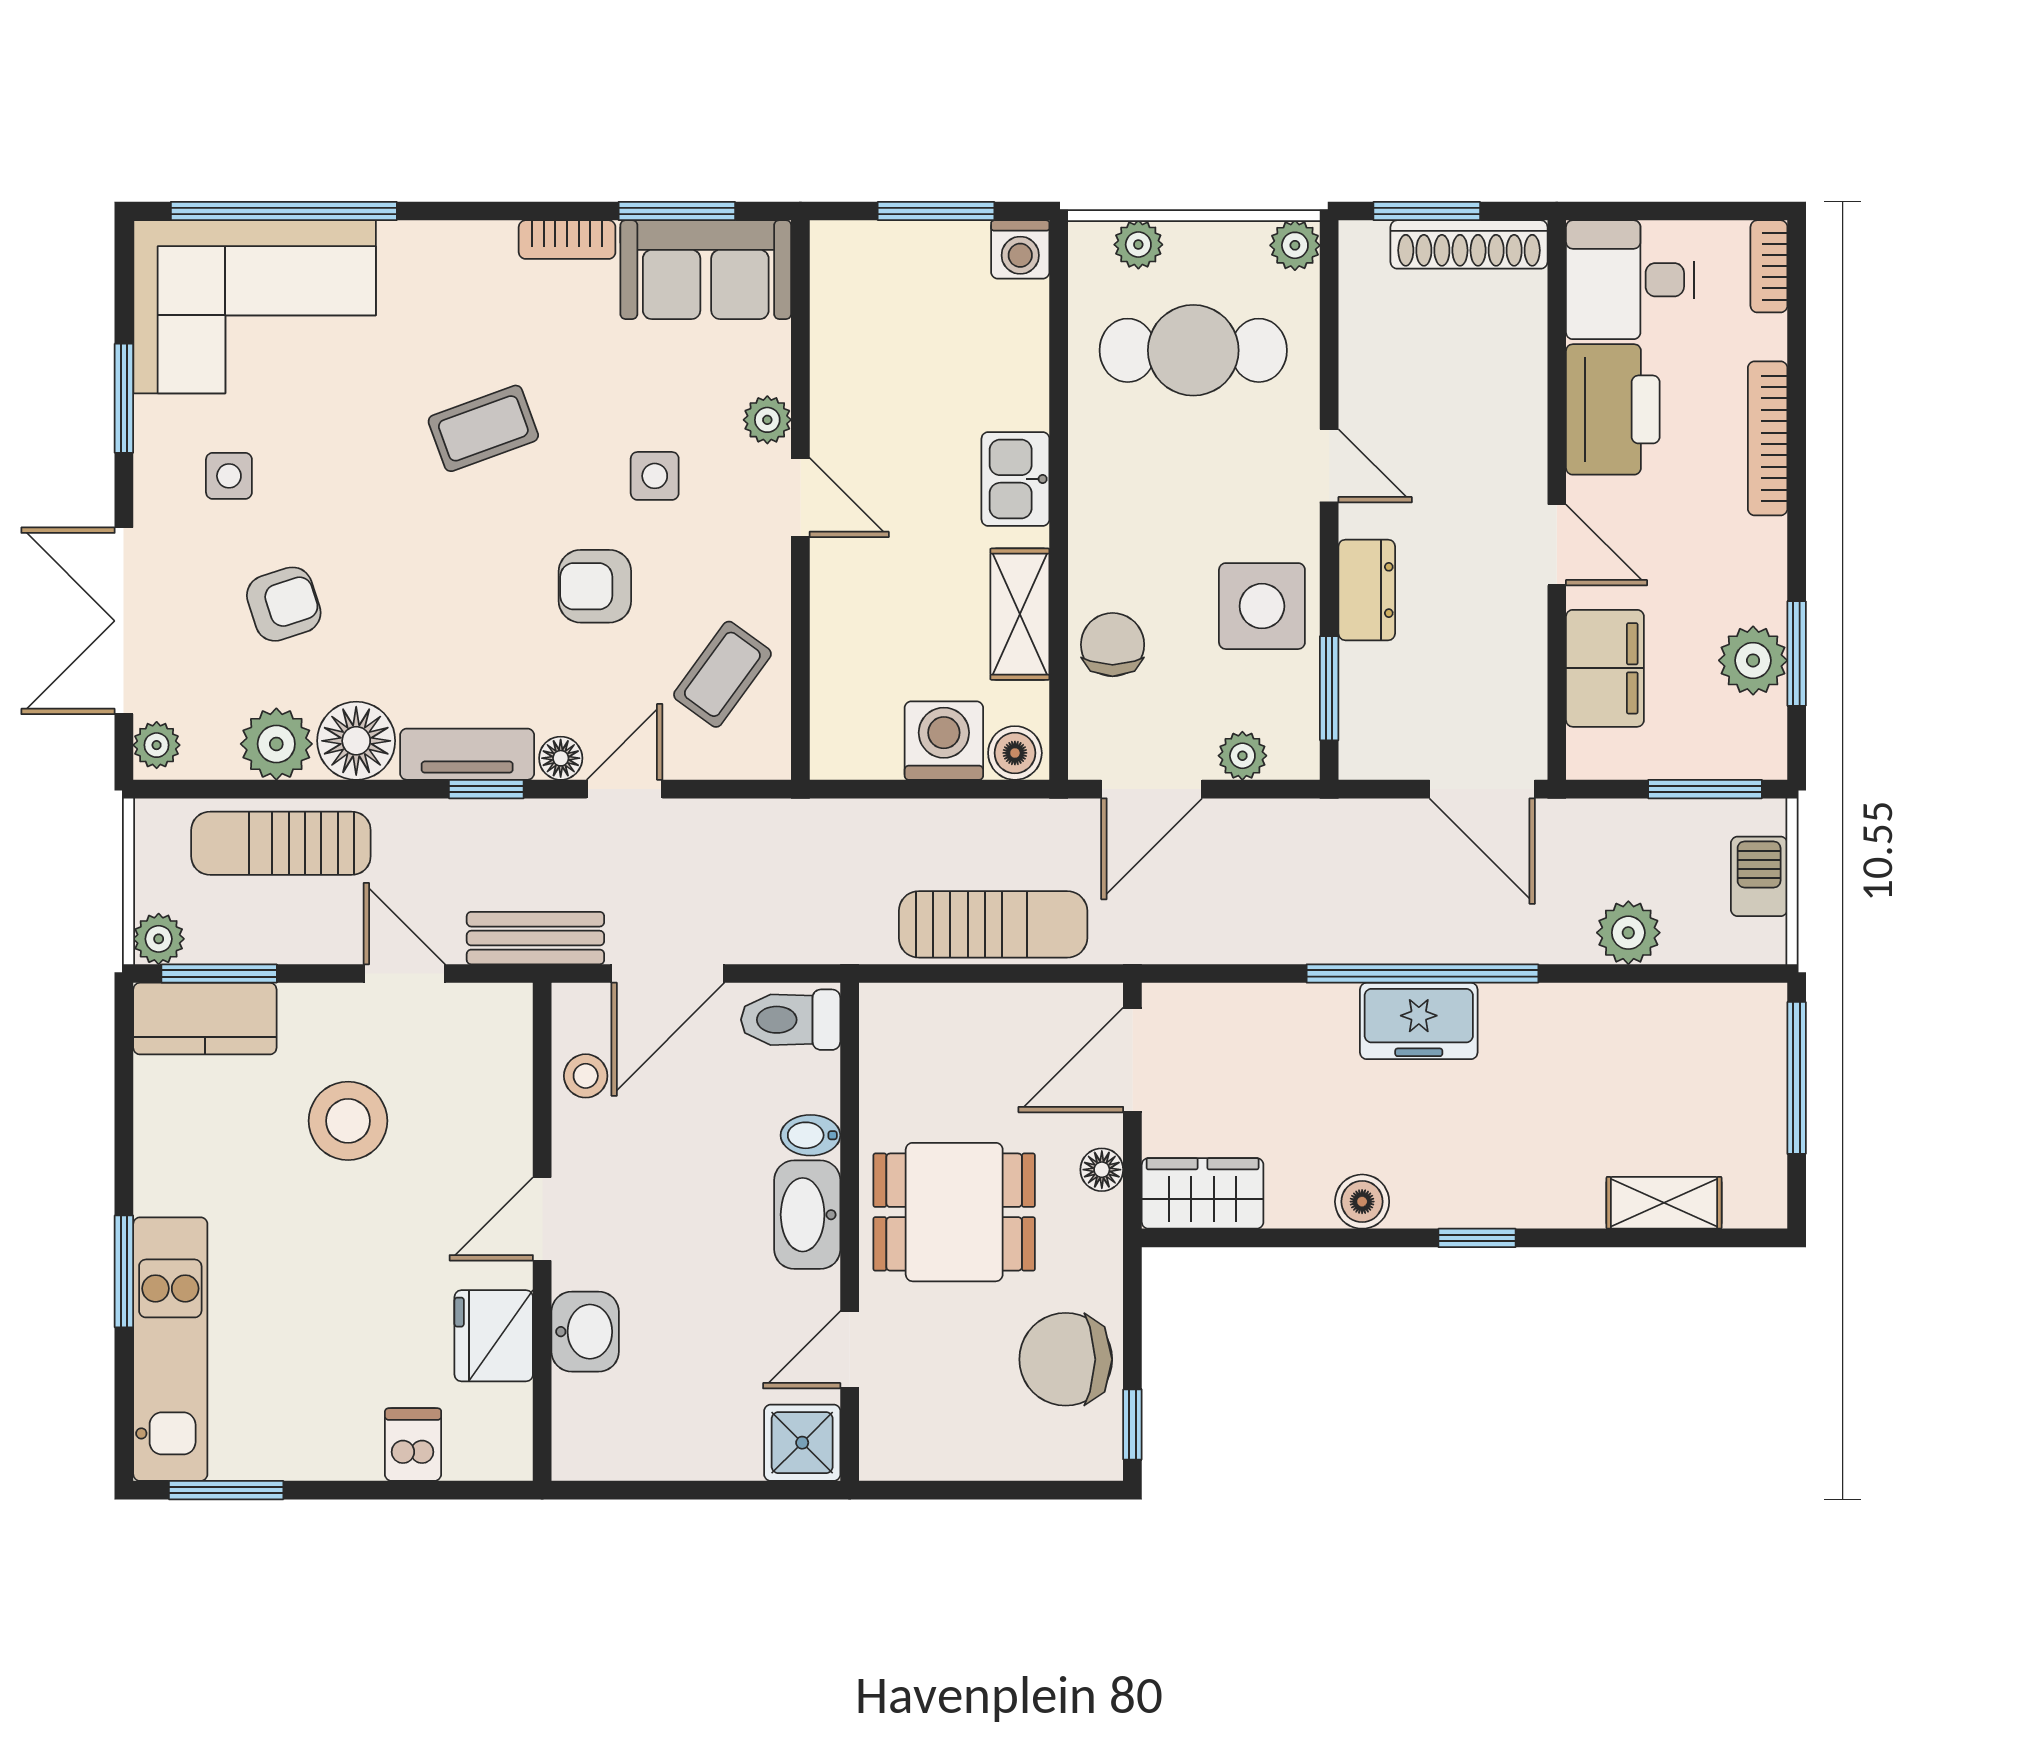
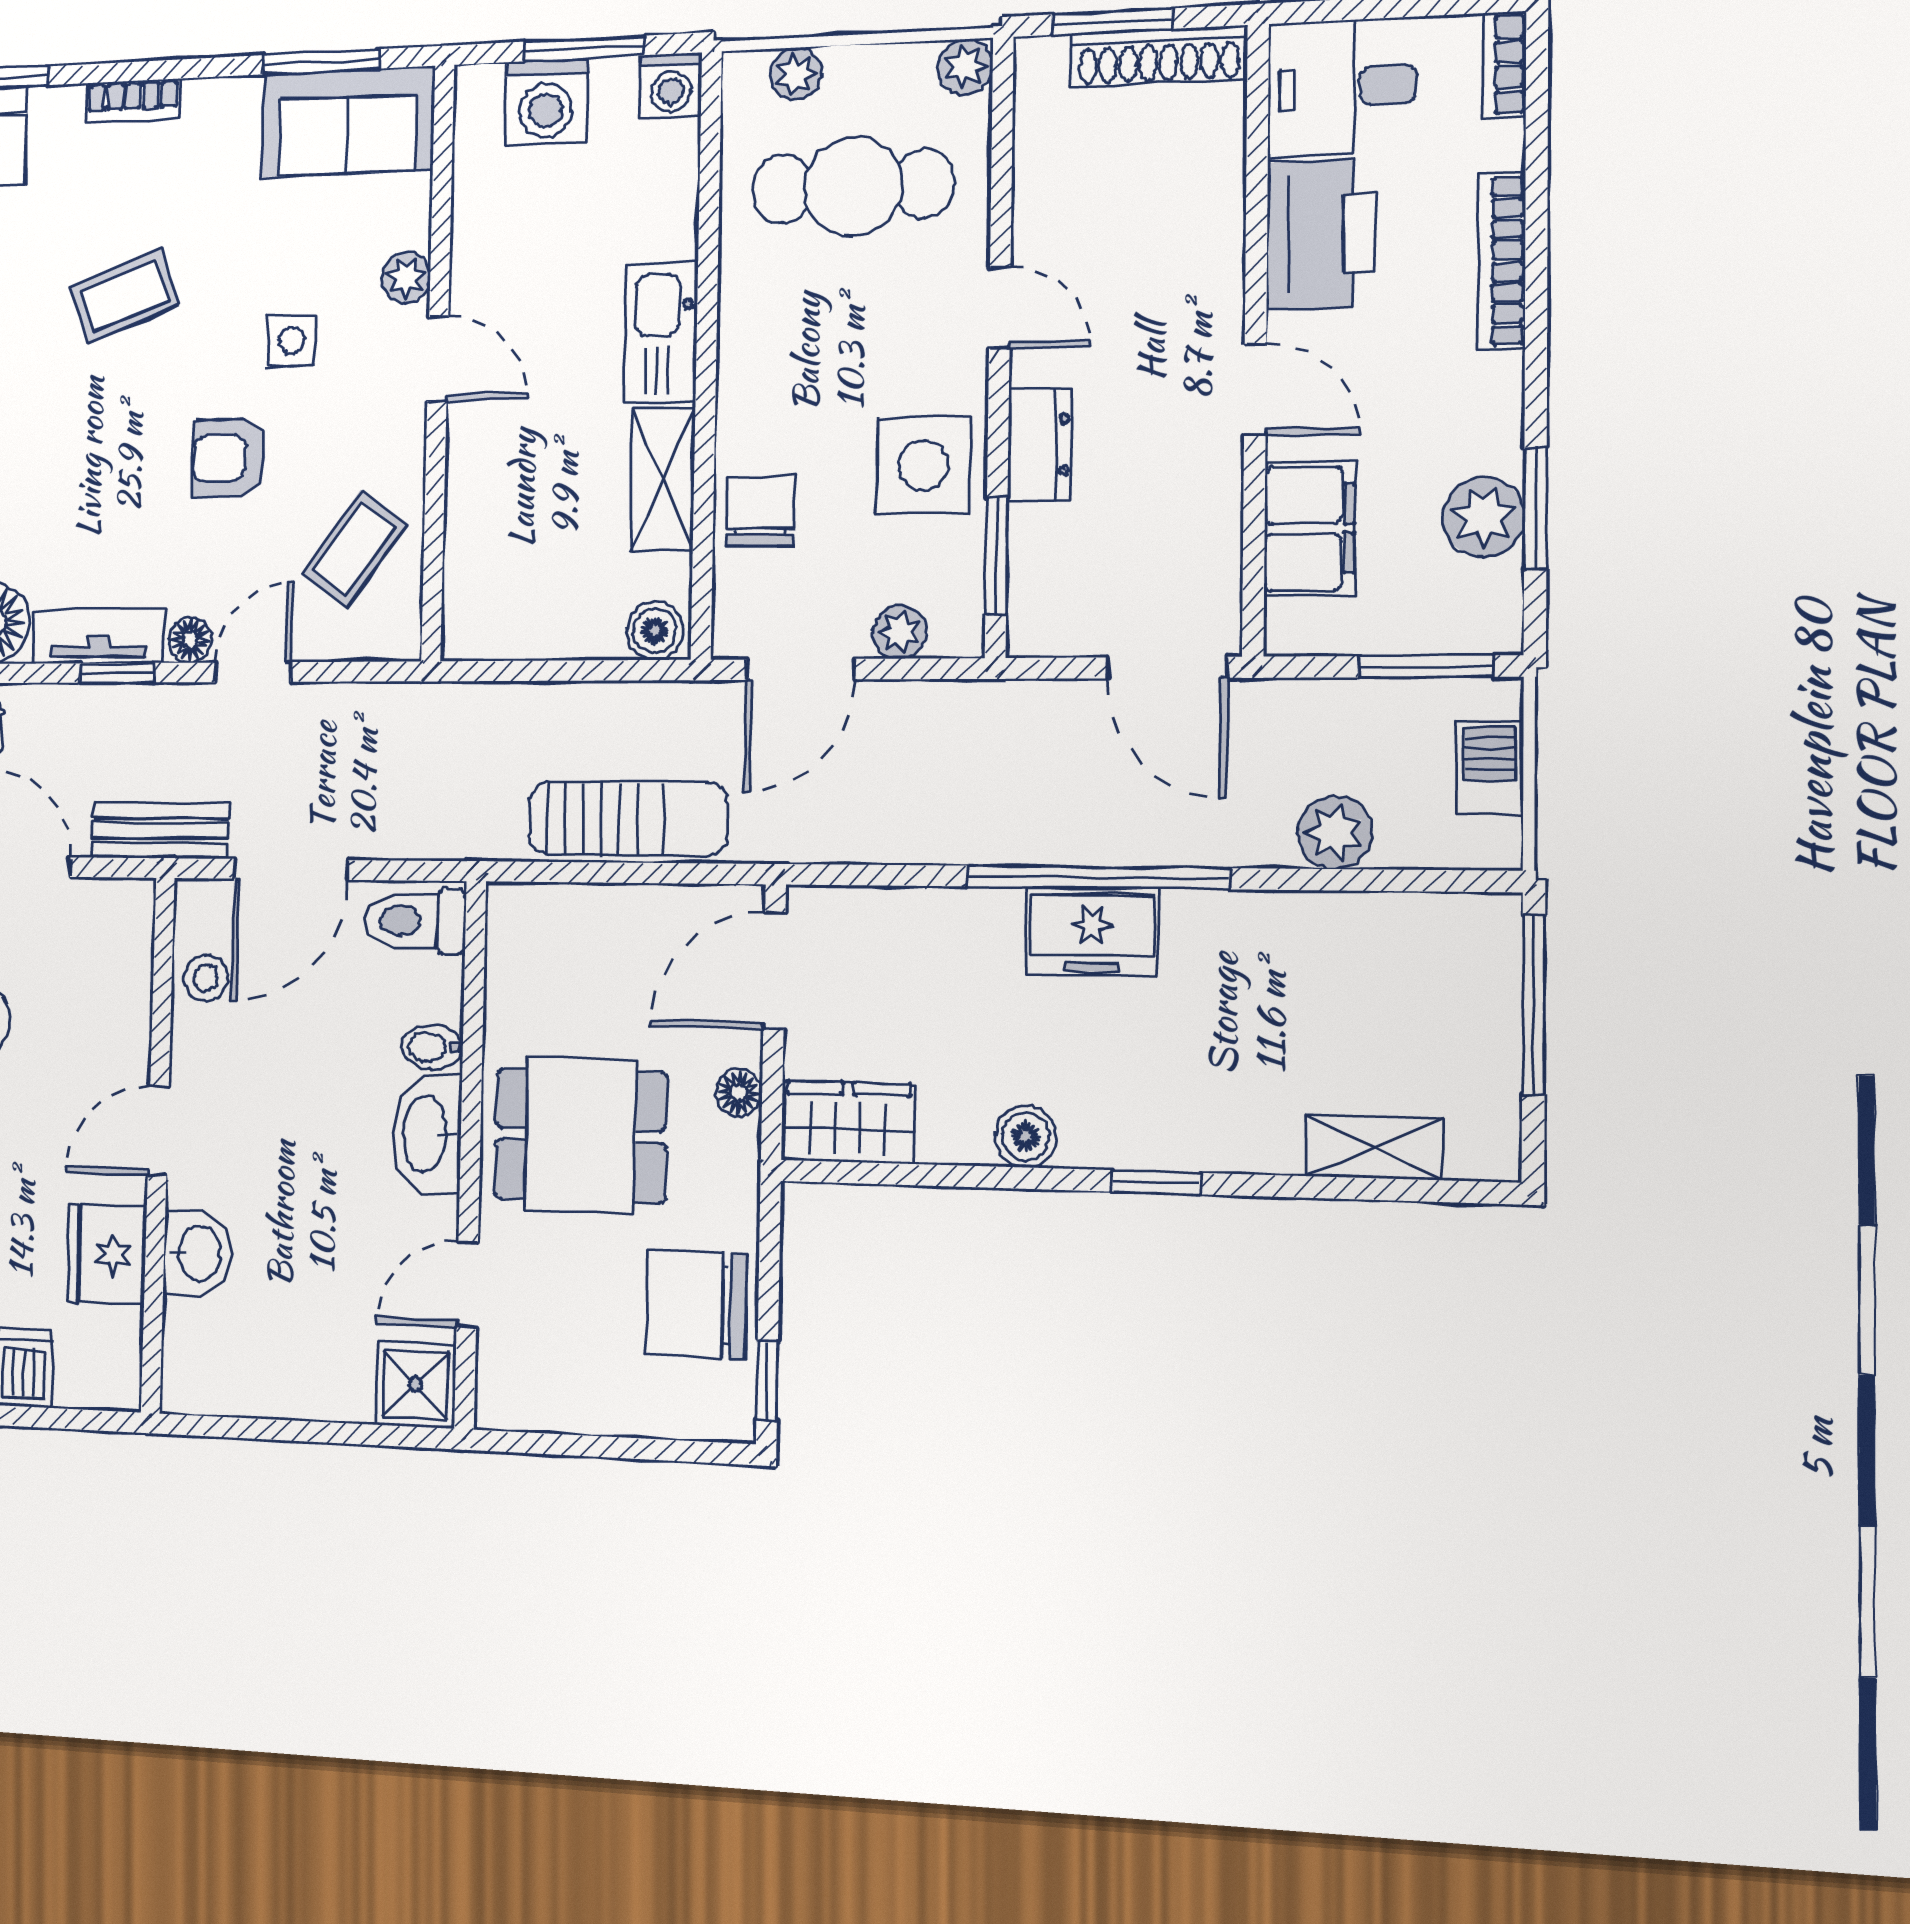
bookcase: (567, 240) -> (133, 101), moved
kitchen sink: (1015, 479) -> (661, 333), width x1.38
washing machine: (944, 741) -> (546, 102), moved, turned 180

